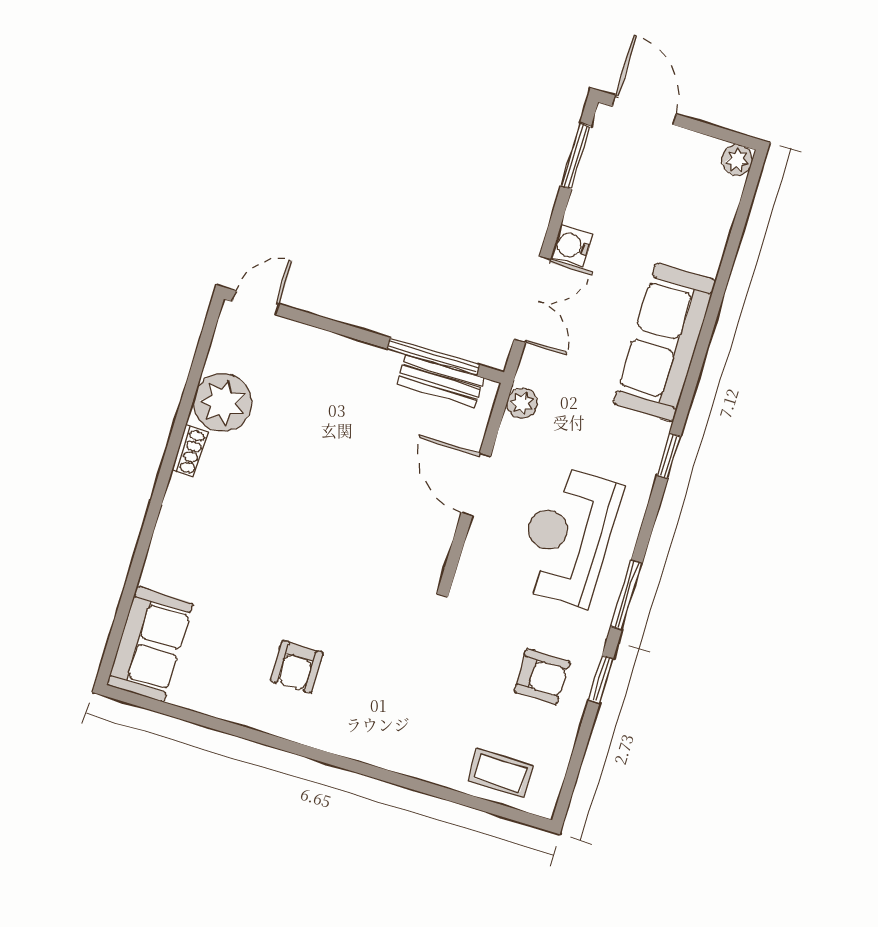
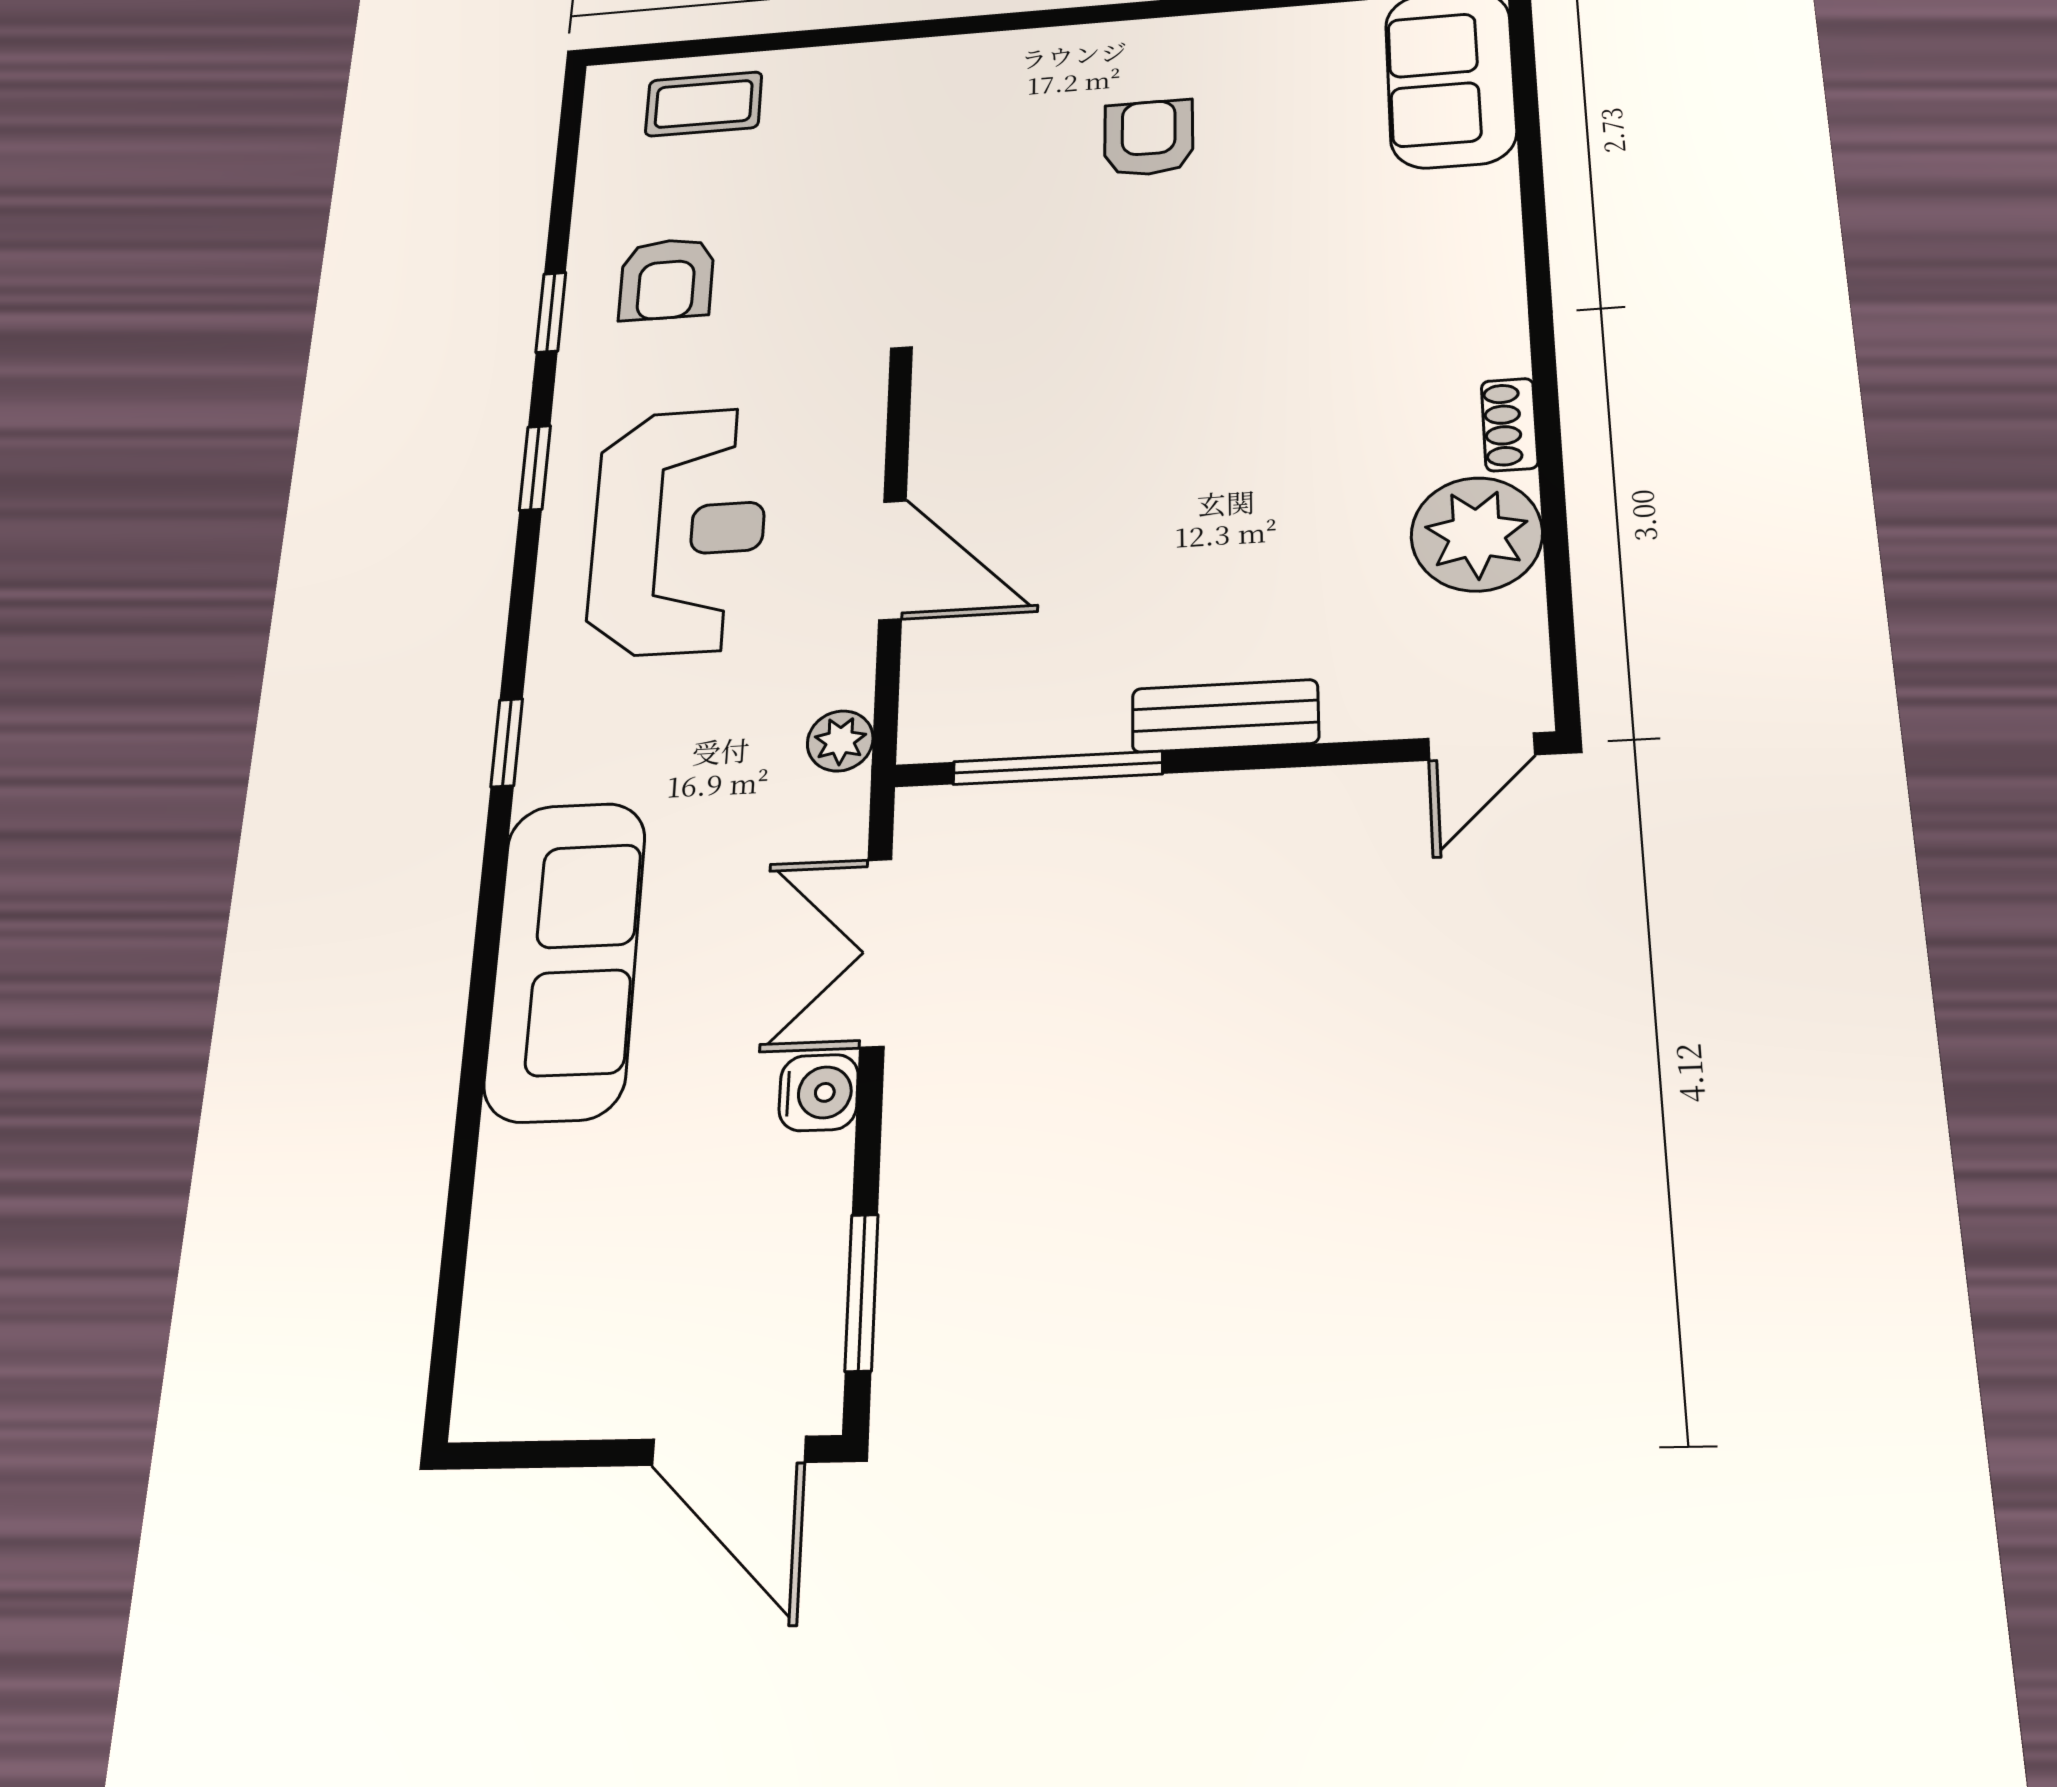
plant: (737, 160) -> (487, 1405), removed
bench: (440, 381) -> (1225, 716), moved
window: (627, 595) -> (535, 468), width x0.67
armchair: (542, 677) -> (667, 279), turned -90

